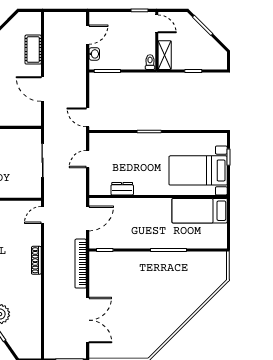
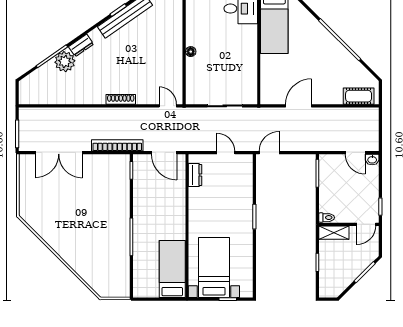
cot: (33, 50) -> (359, 96), moved
washbasin: (94, 54) -> (372, 160), moved
dresser: (122, 189) -> (195, 175), moved

